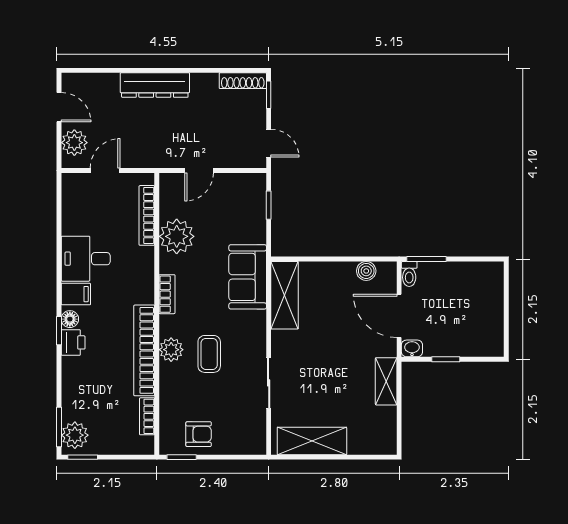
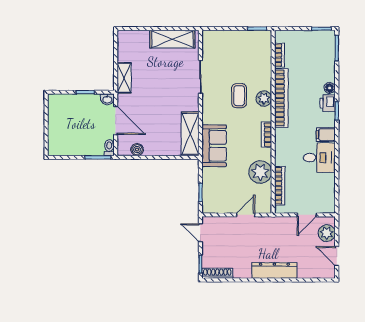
floor lamp: (70, 319) -> (330, 88), moved
armchair: (199, 434) -> (246, 44), removed
plant: (75, 435) -> (326, 43), removed

